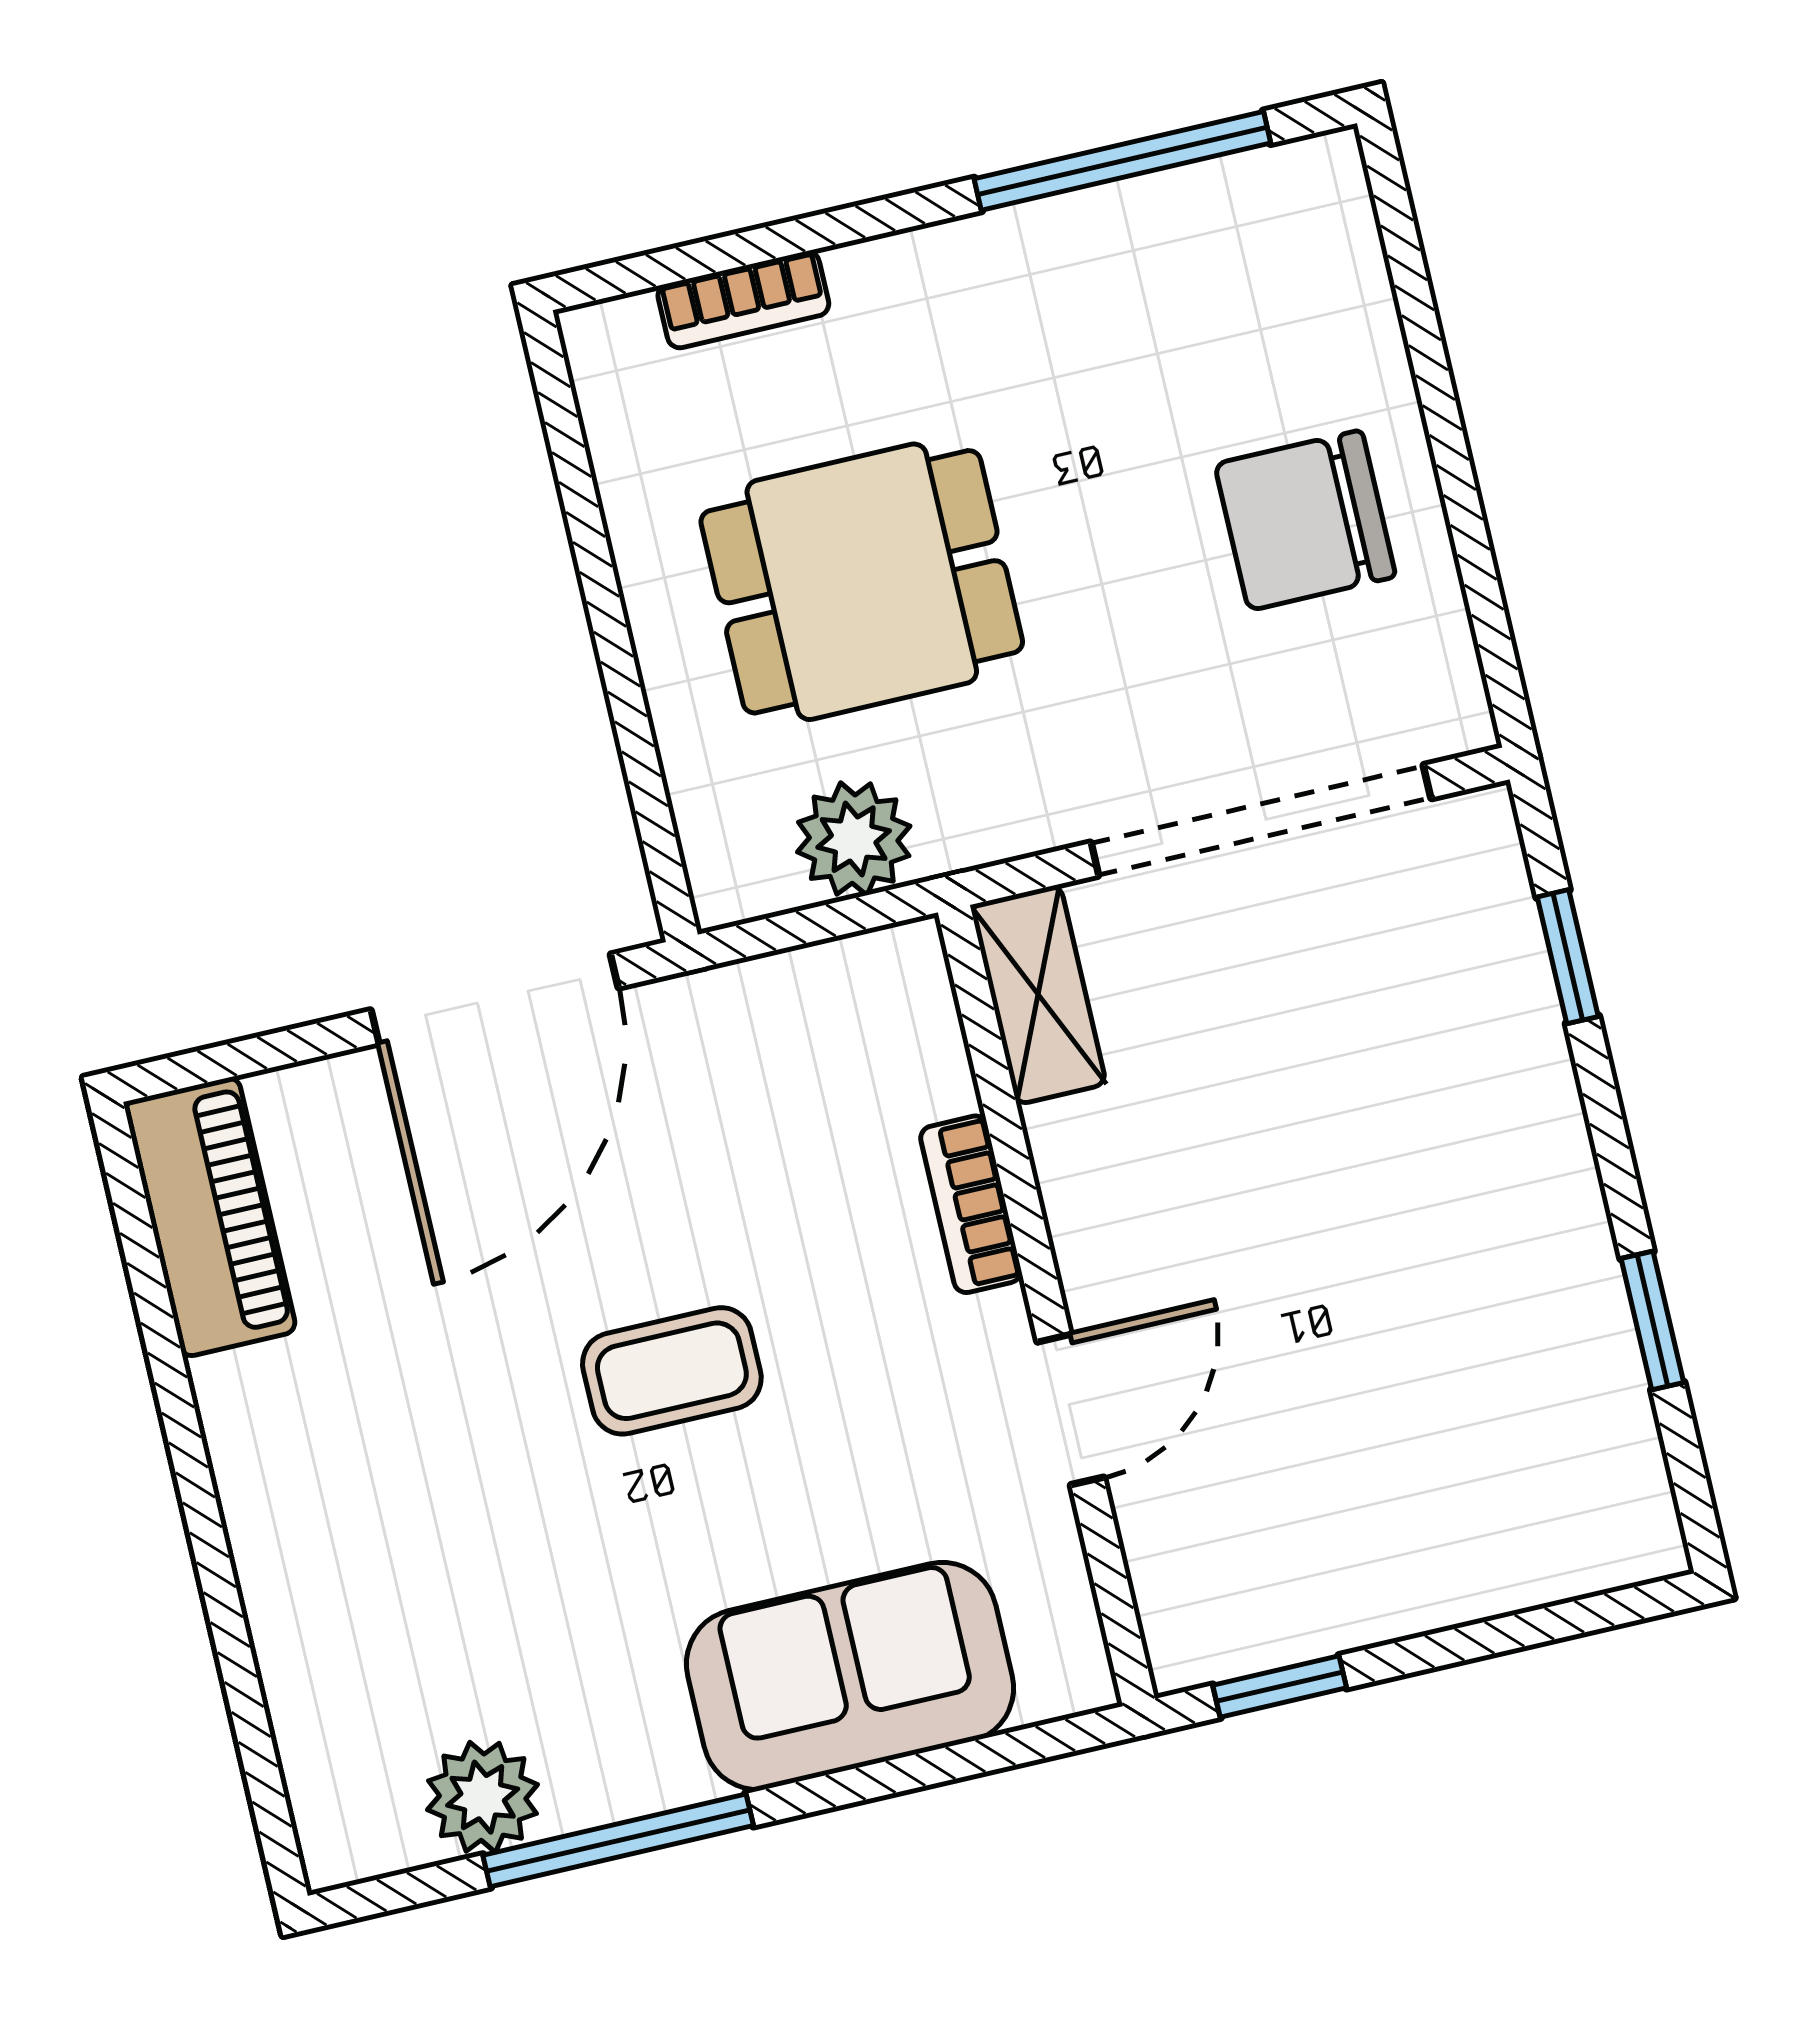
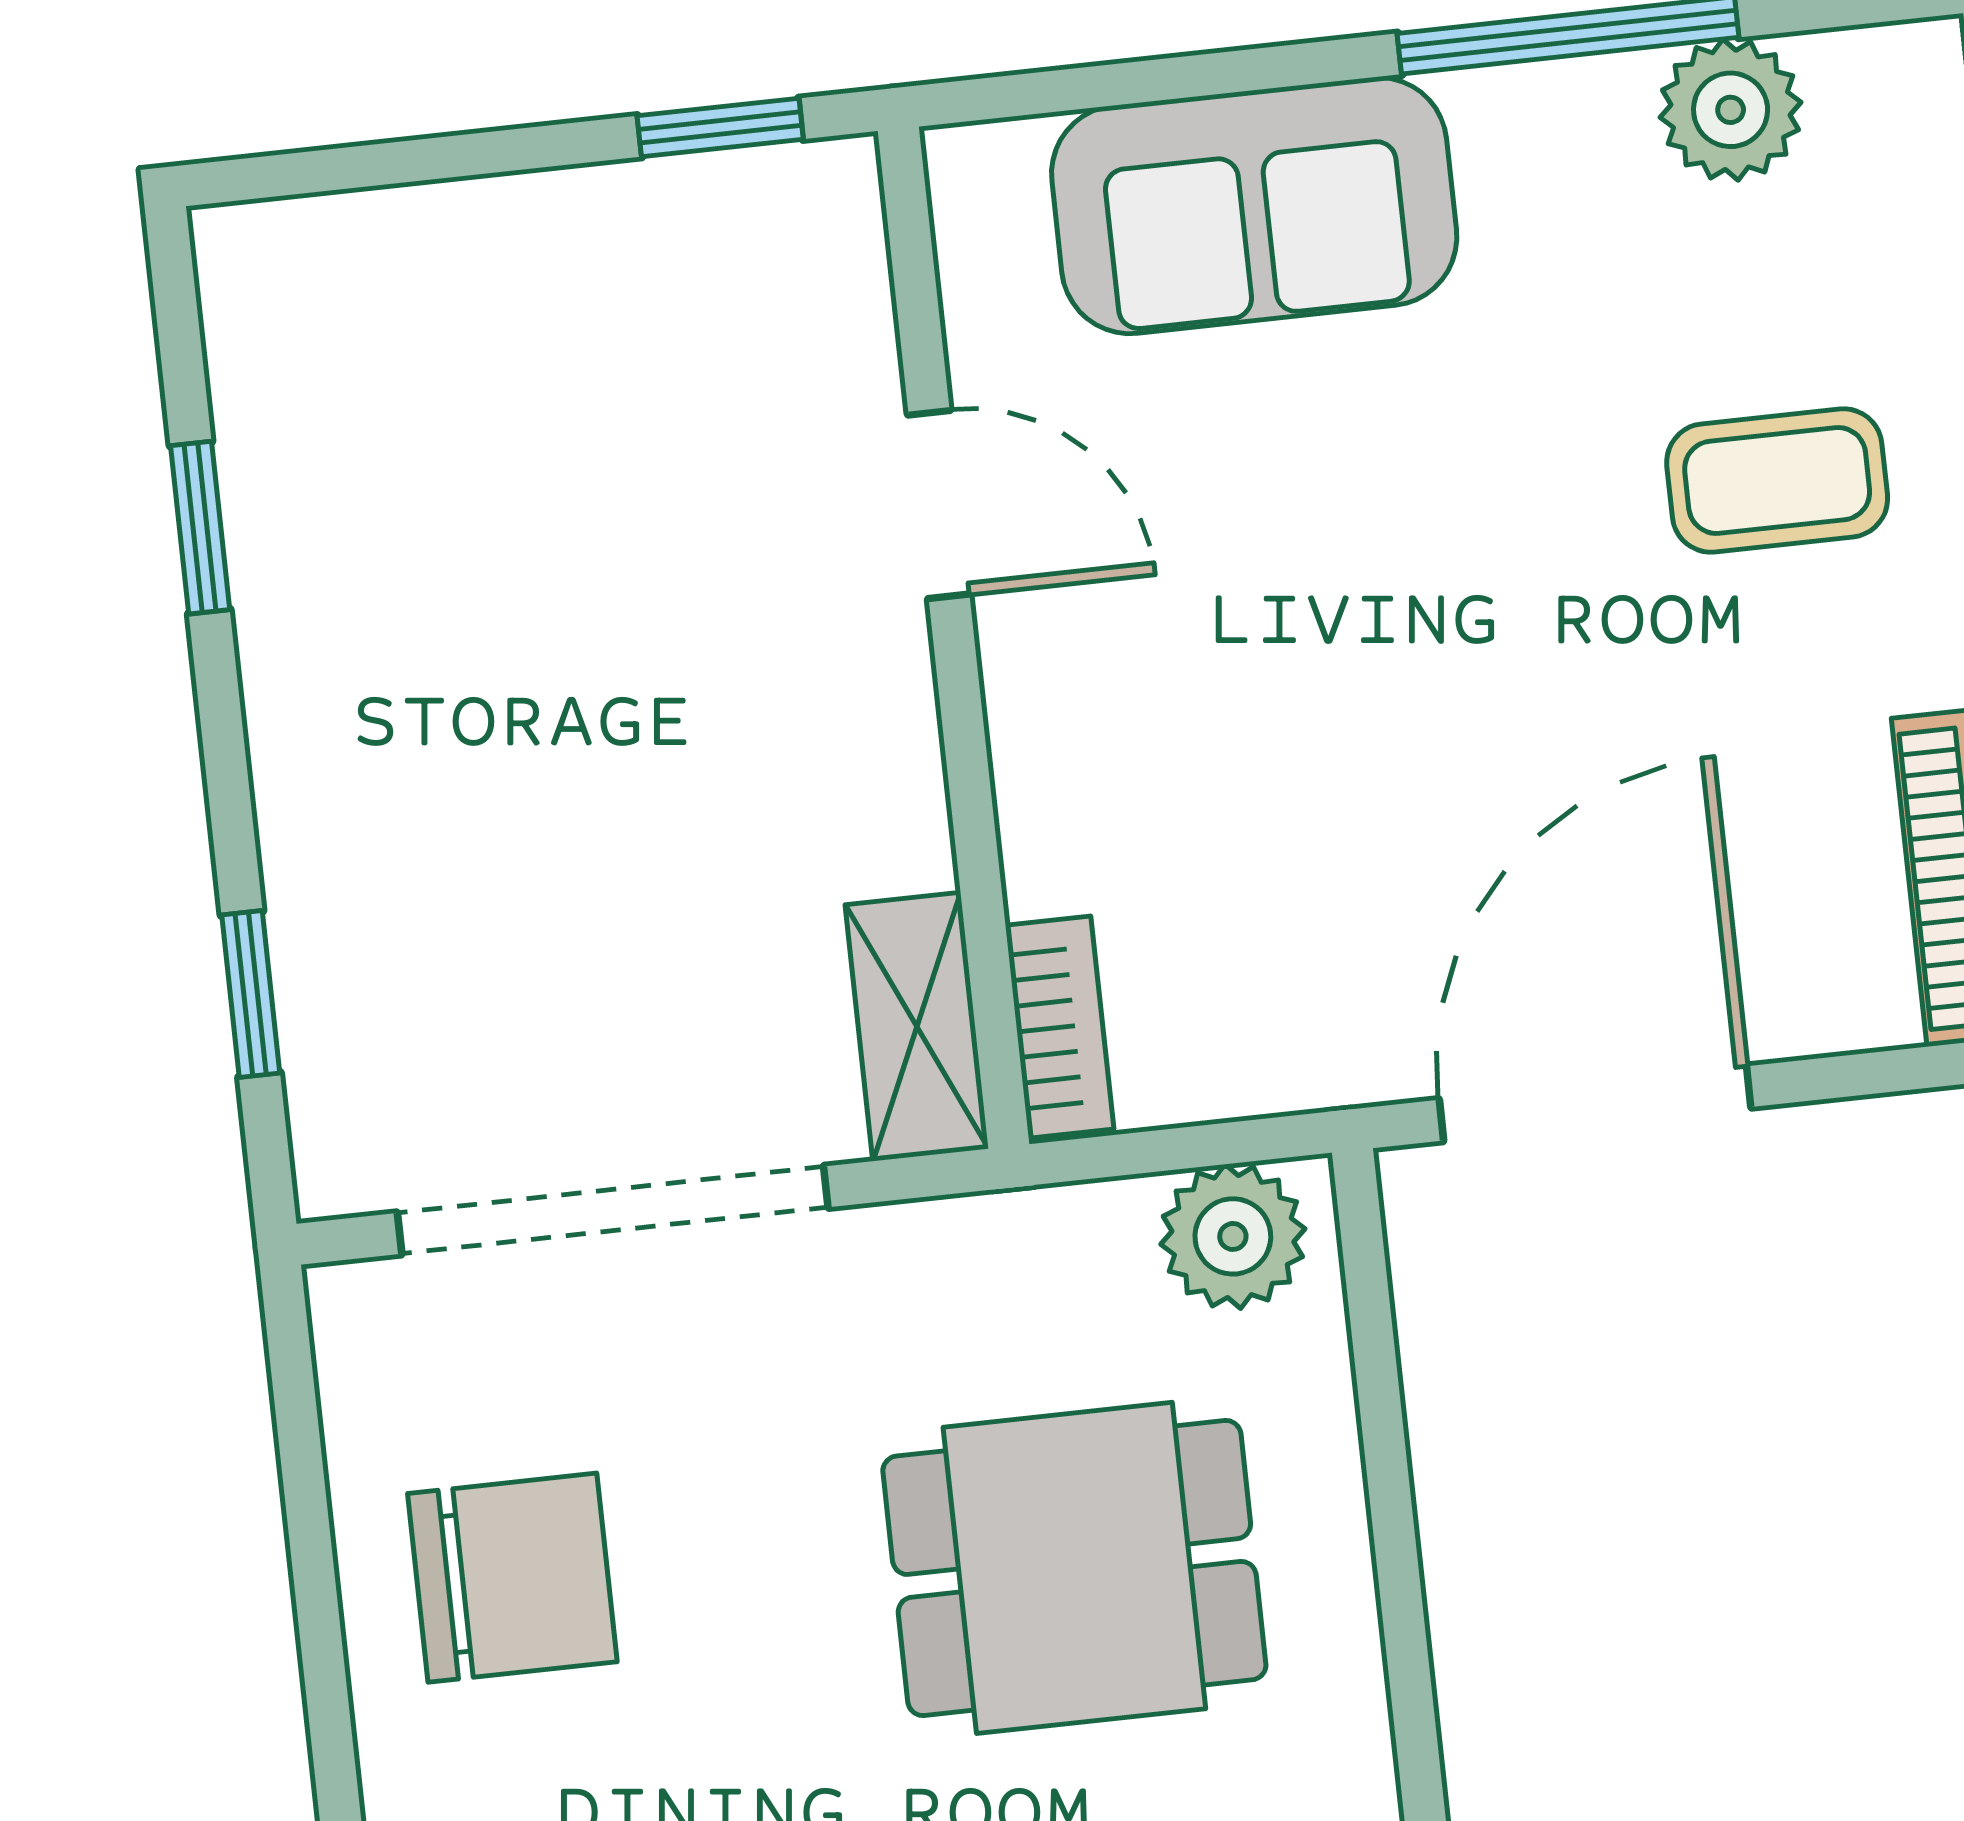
plant: (854, 839) -> (1233, 1236), moved
bookcase: (971, 1204) -> (1060, 1027), moved
coffee table: (672, 1371) -> (1777, 480), moved
door: (1071, 1410) -> (939, 504), swing flipped

